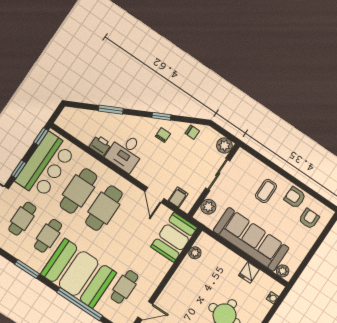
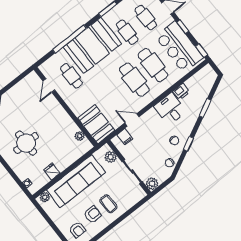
armchair: (295, 197) -> (93, 215), moved

